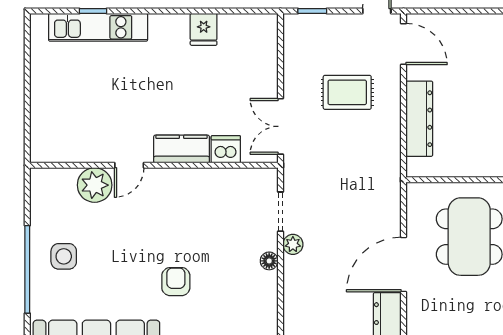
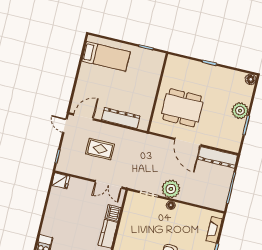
fridge: (204, 29) -> (61, 181), moved
rug: (347, 92) -> (100, 149), turned 90
plant: (293, 244) -> (171, 189), width x1.88, depth x1.88

